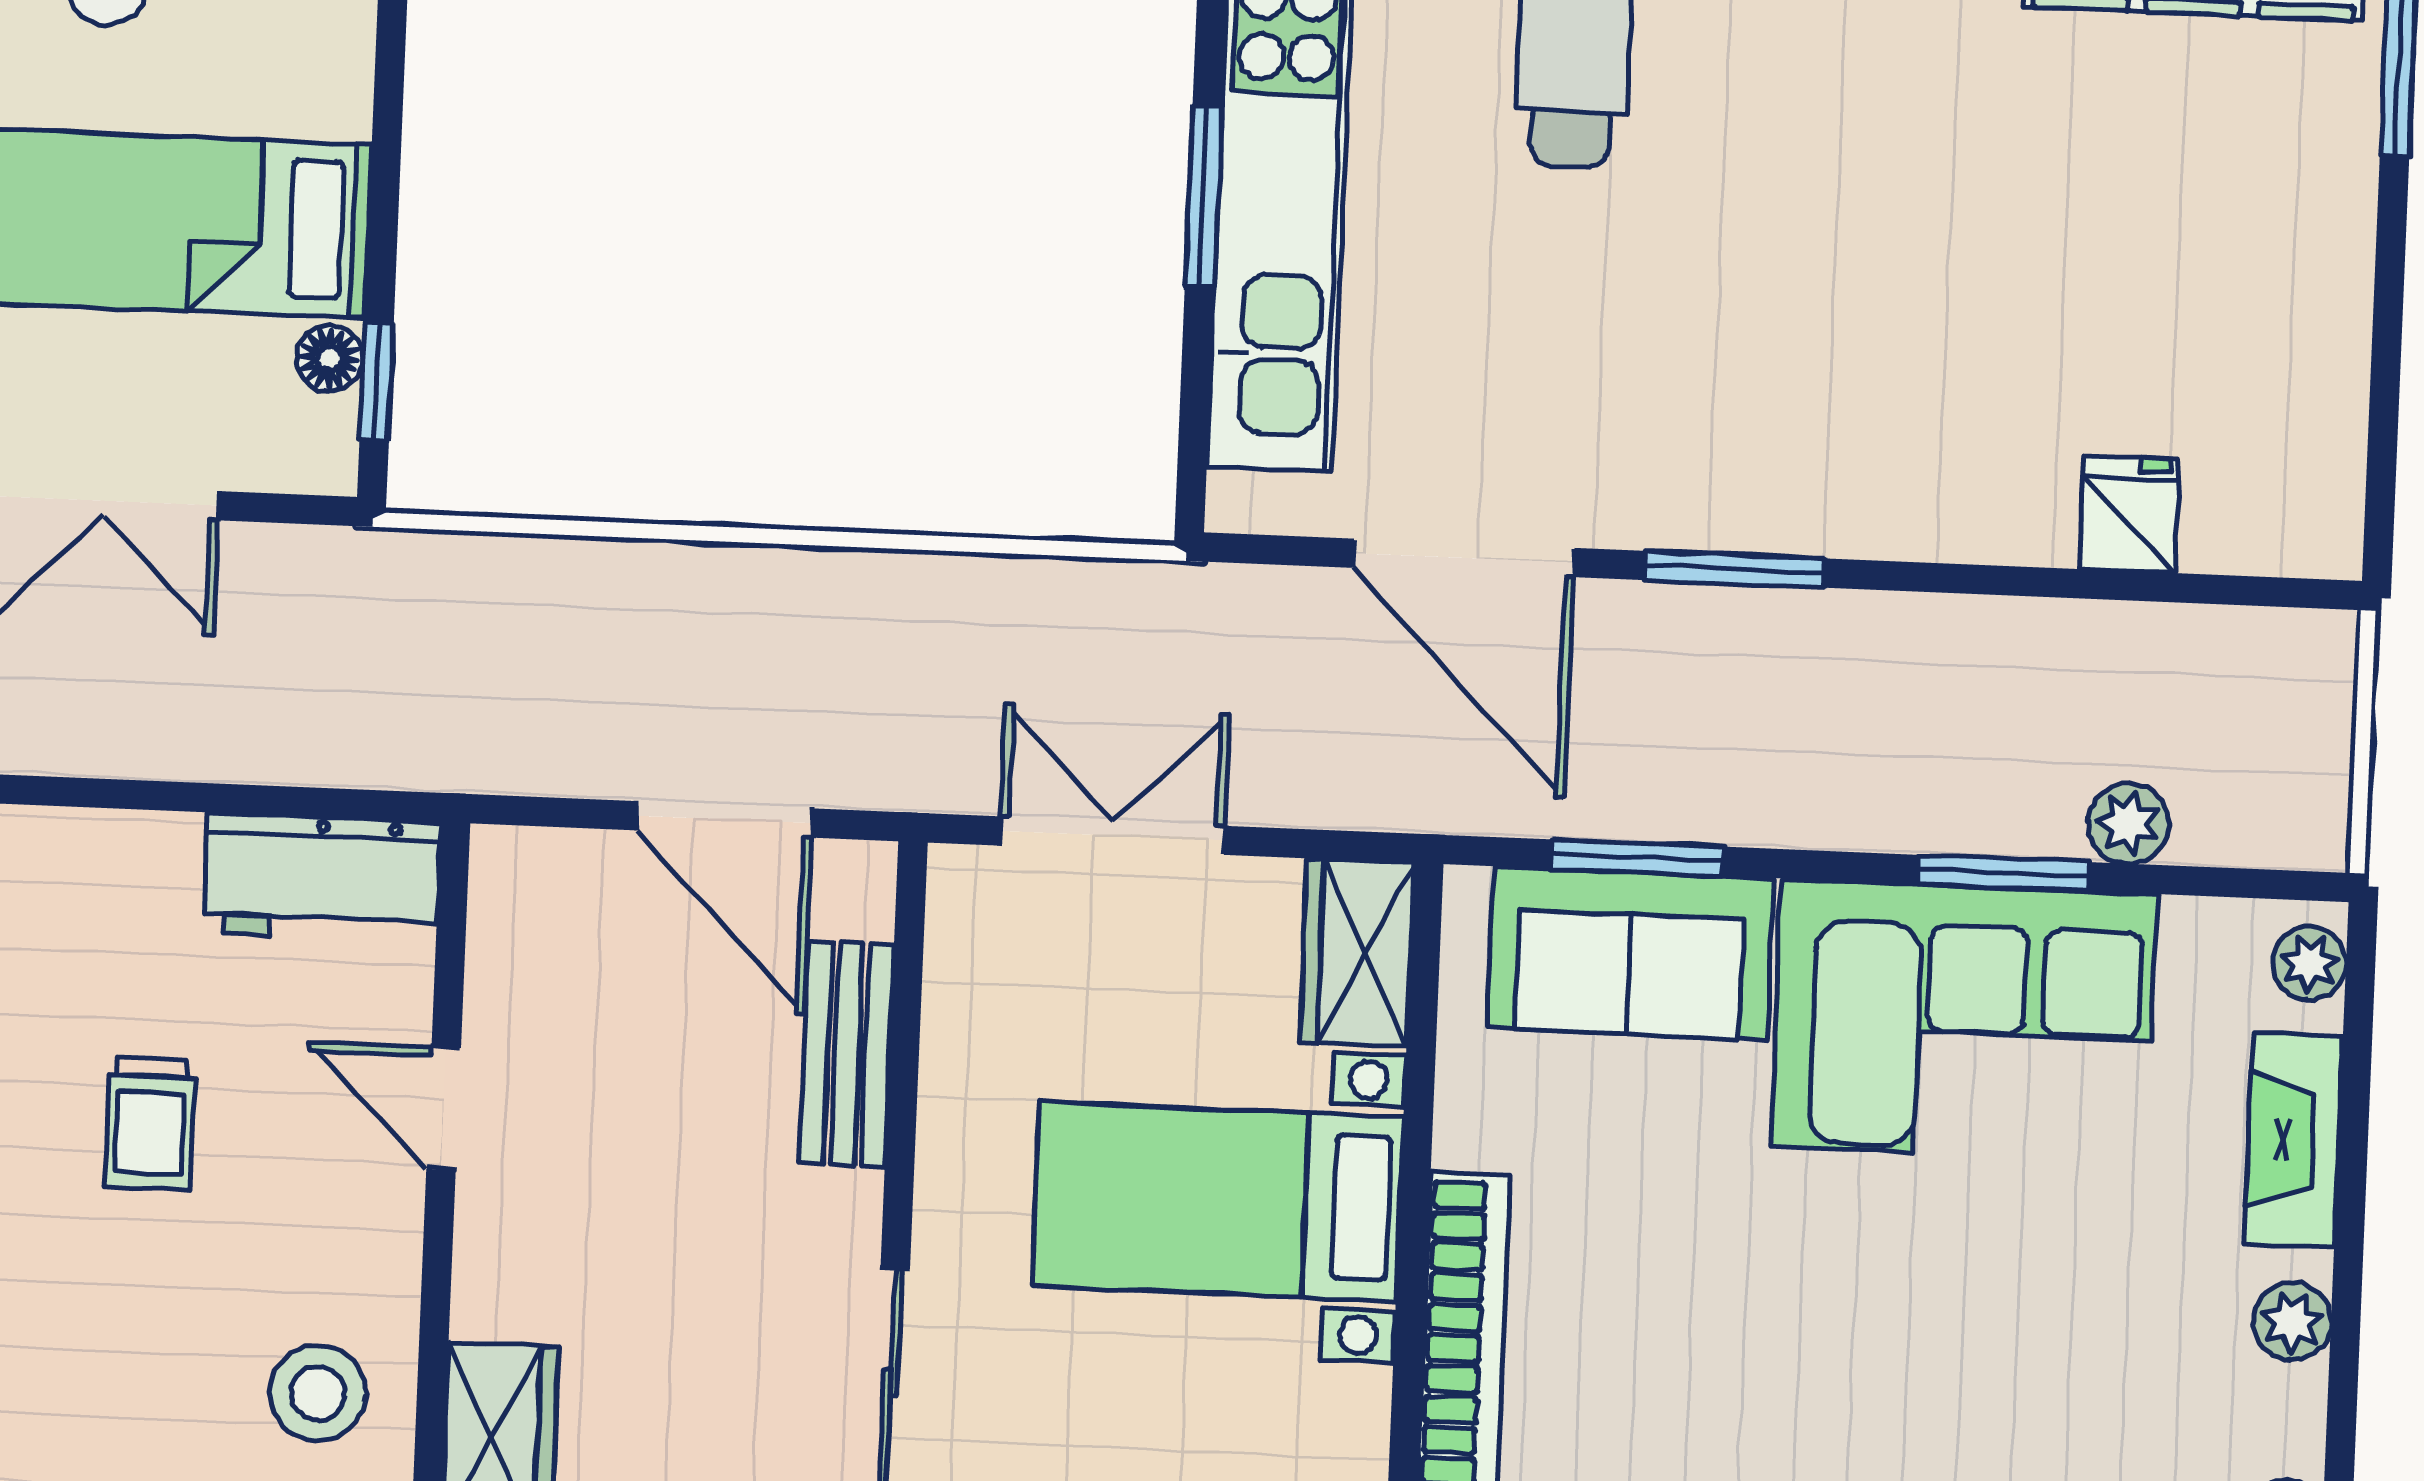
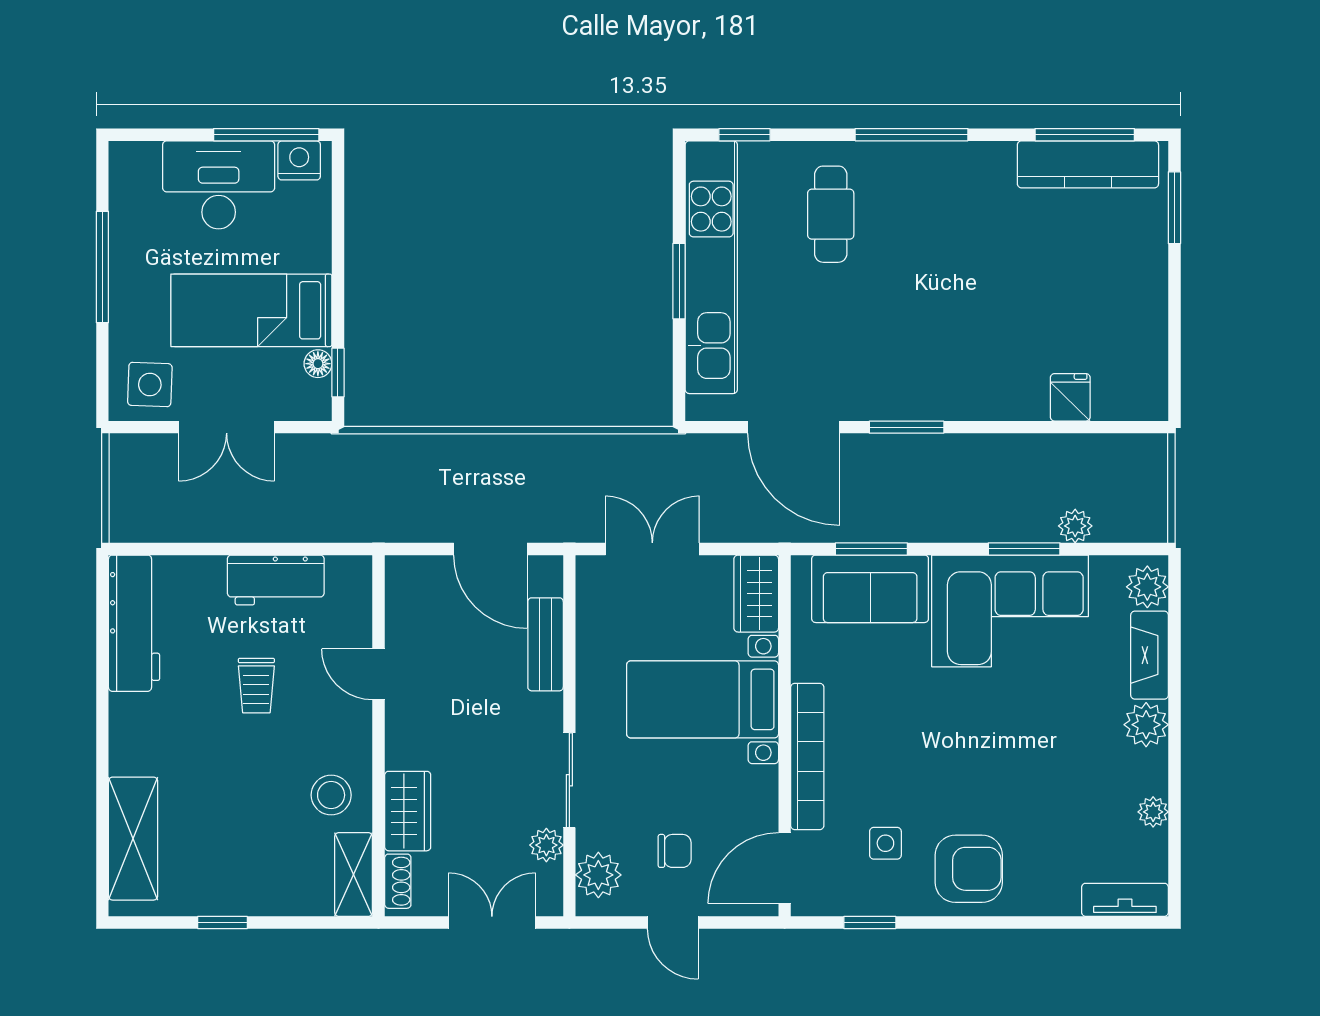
workbench: (323, 877) -> (276, 580), moved
plant: (2309, 963) -> (1147, 587), width x1.38, depth x1.38
plant: (2292, 1322) -> (1146, 725), width x1.38, depth x1.38

